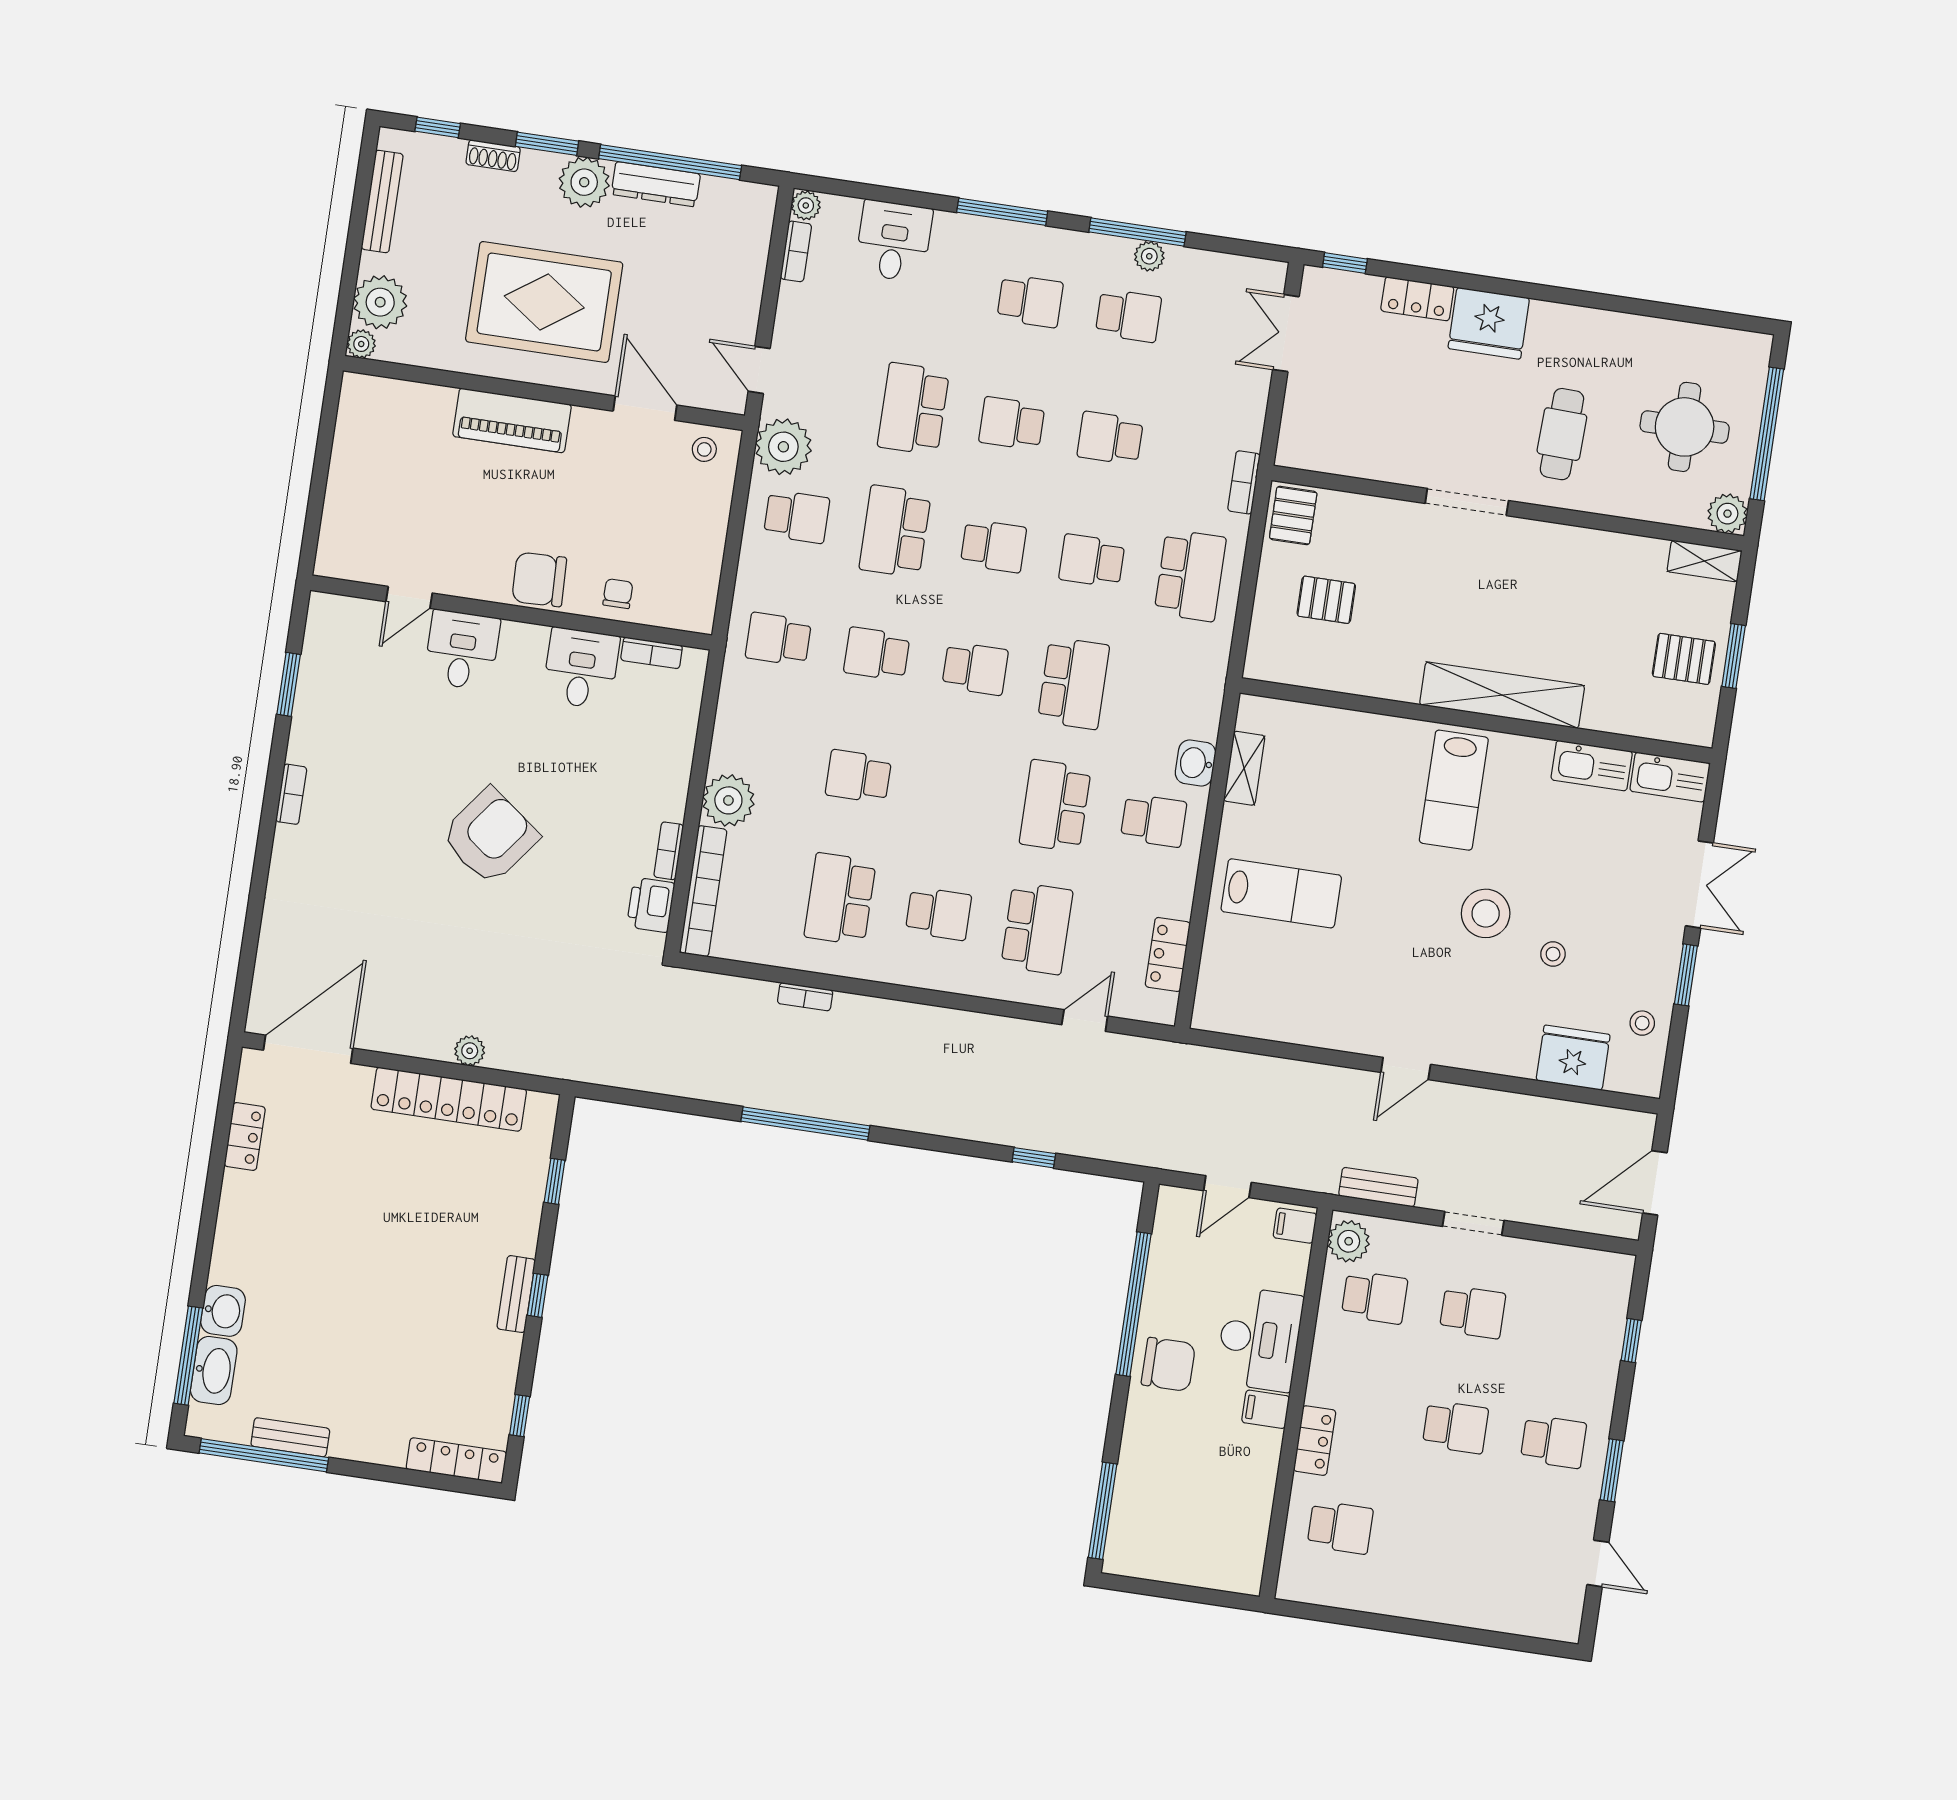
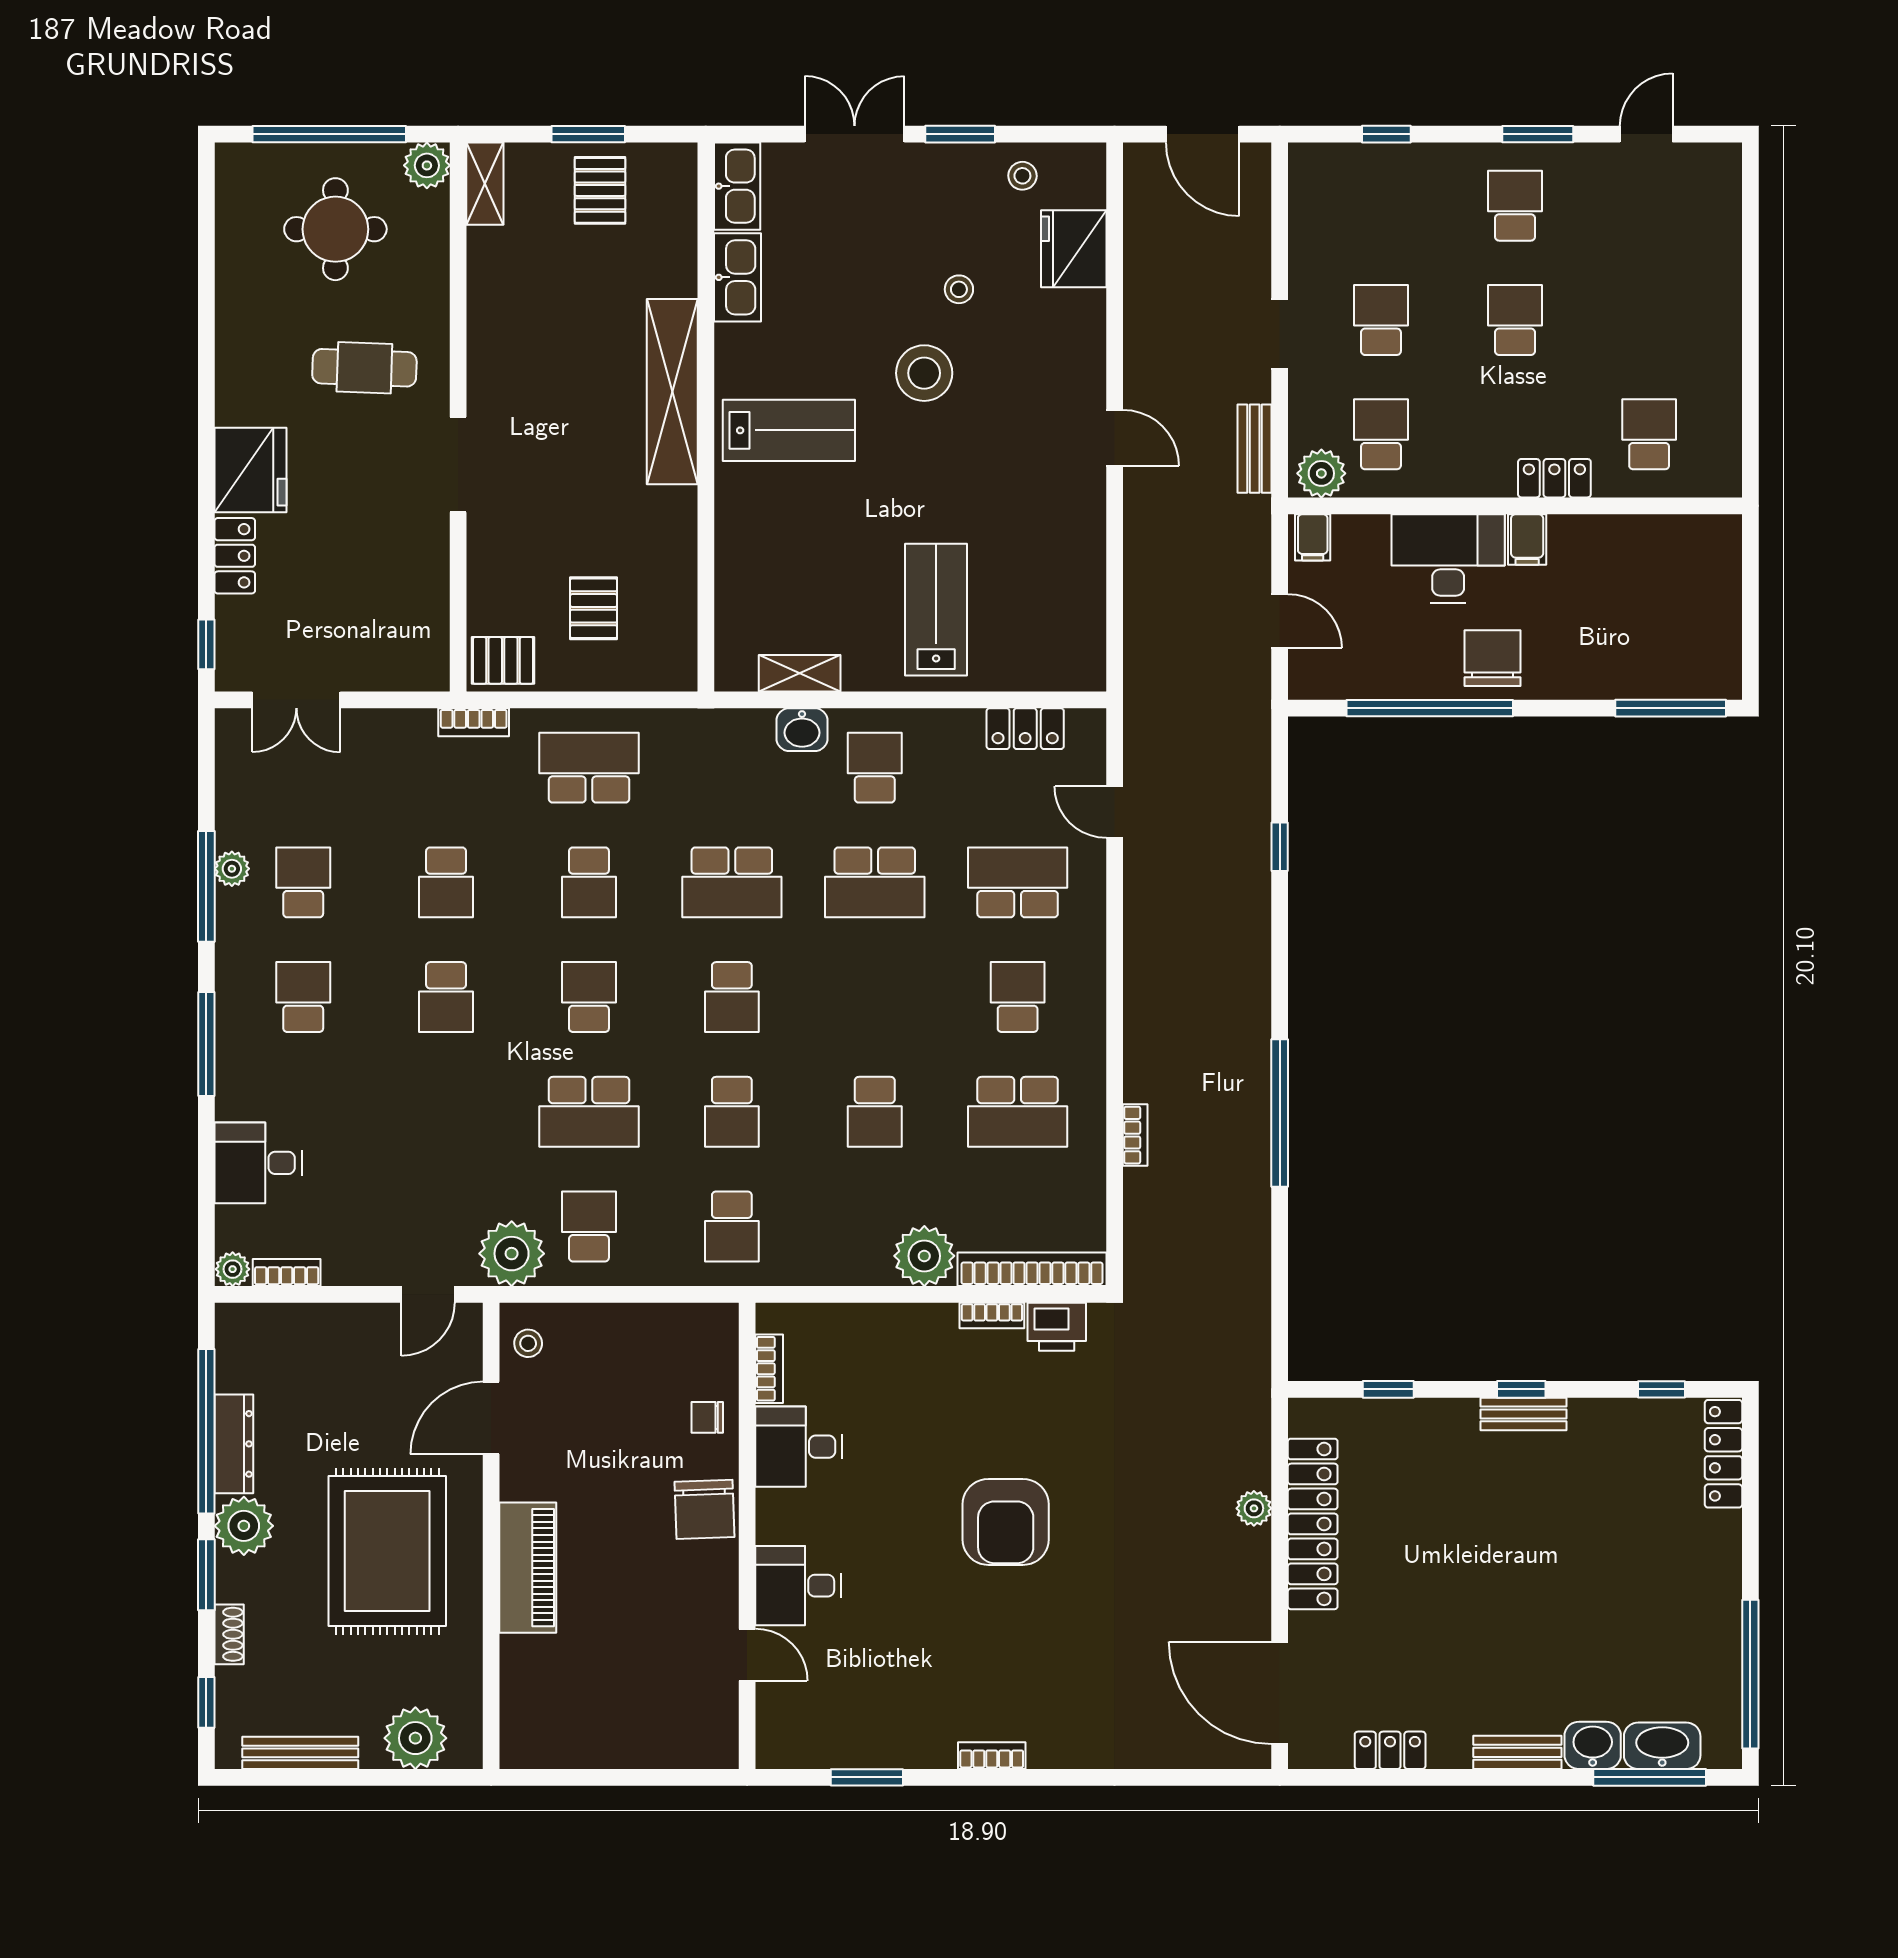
plant: (361, 344) -> (466, 1753), removed
school desk: (913, 409) -> (446, 1112), removed
school desk: (975, 669) -> (732, 997), turned 180
school desk: (1073, 683) -> (732, 882), turned 180
armchair: (490, 836) -> (1006, 1522), turned -127
bench: (290, 1437) -> (1517, 1752), moved, turned 90

